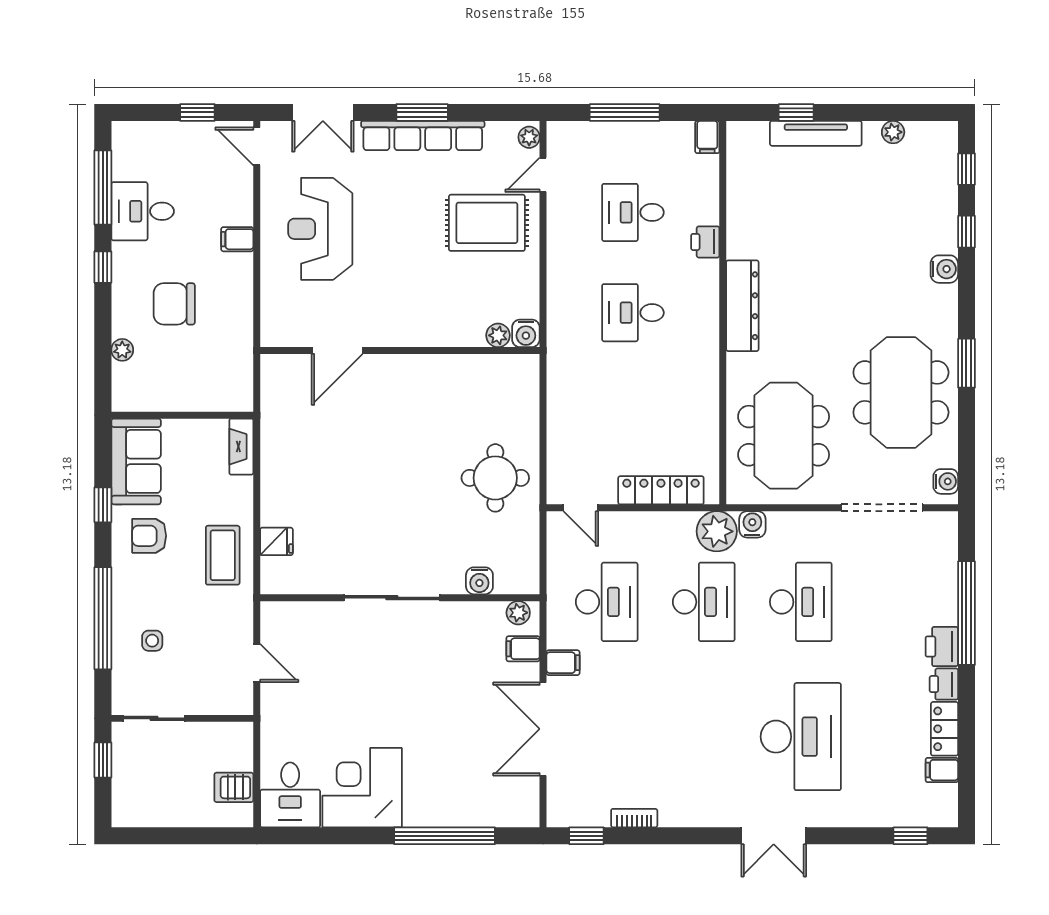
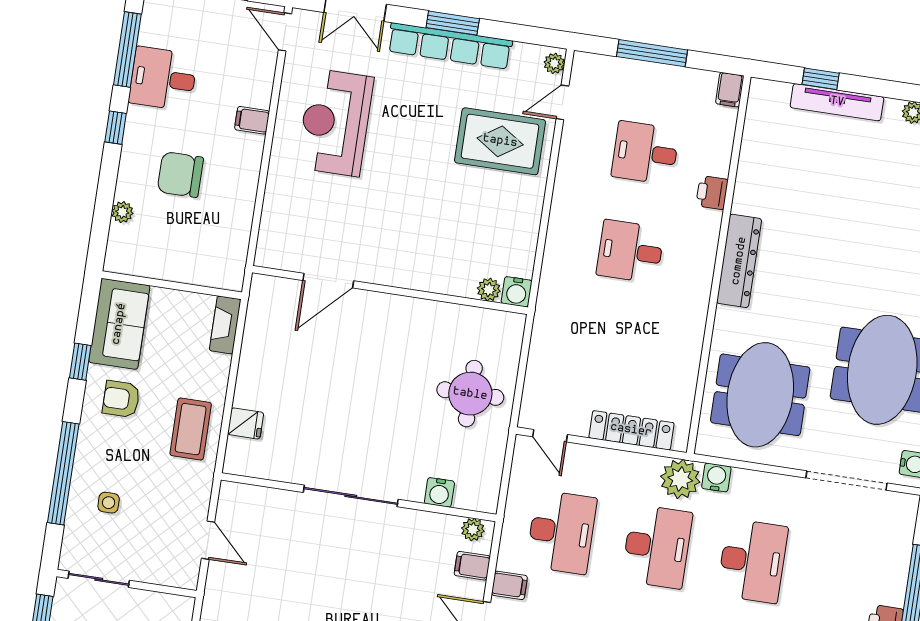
water cooler: (526, 333) -> (517, 292), moved
plant: (498, 335) -> (489, 290), moved
door: (337, 351) -> (328, 281), moved
wall: (400, 351) -> (390, 290), moved

